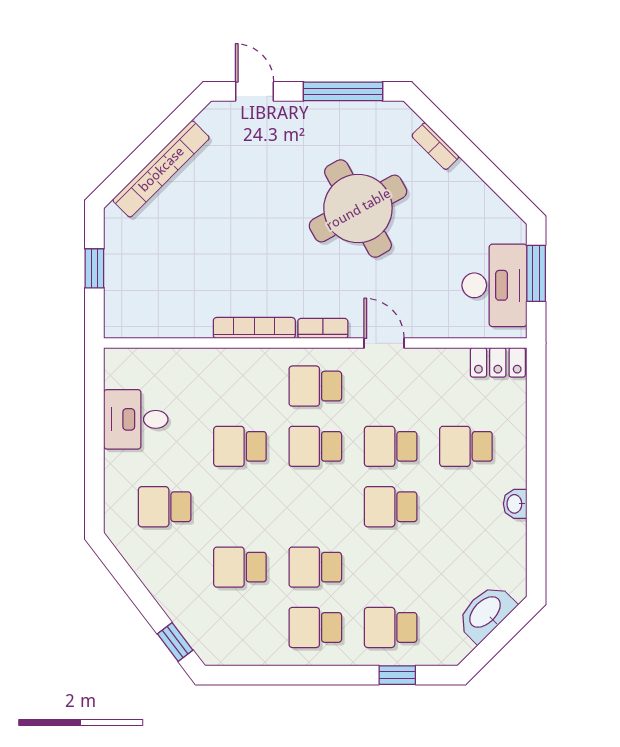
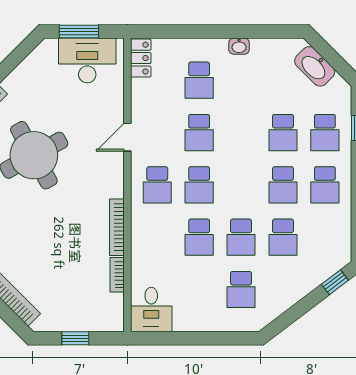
bookcase: (323, 328) -> (117, 275), moved
desk: (136, 419) -> (151, 310), moved
school desk: (240, 507) -> (241, 237), added
school desk: (391, 507) -> (283, 133), moved

